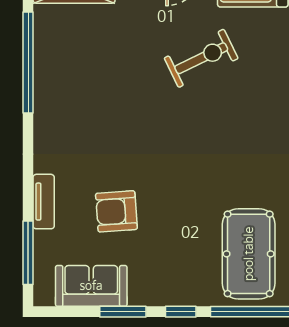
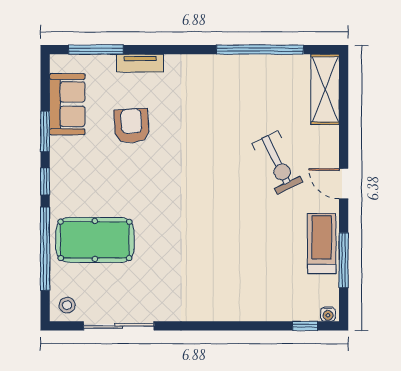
exercise bike: (201, 58) -> (278, 163), moved

